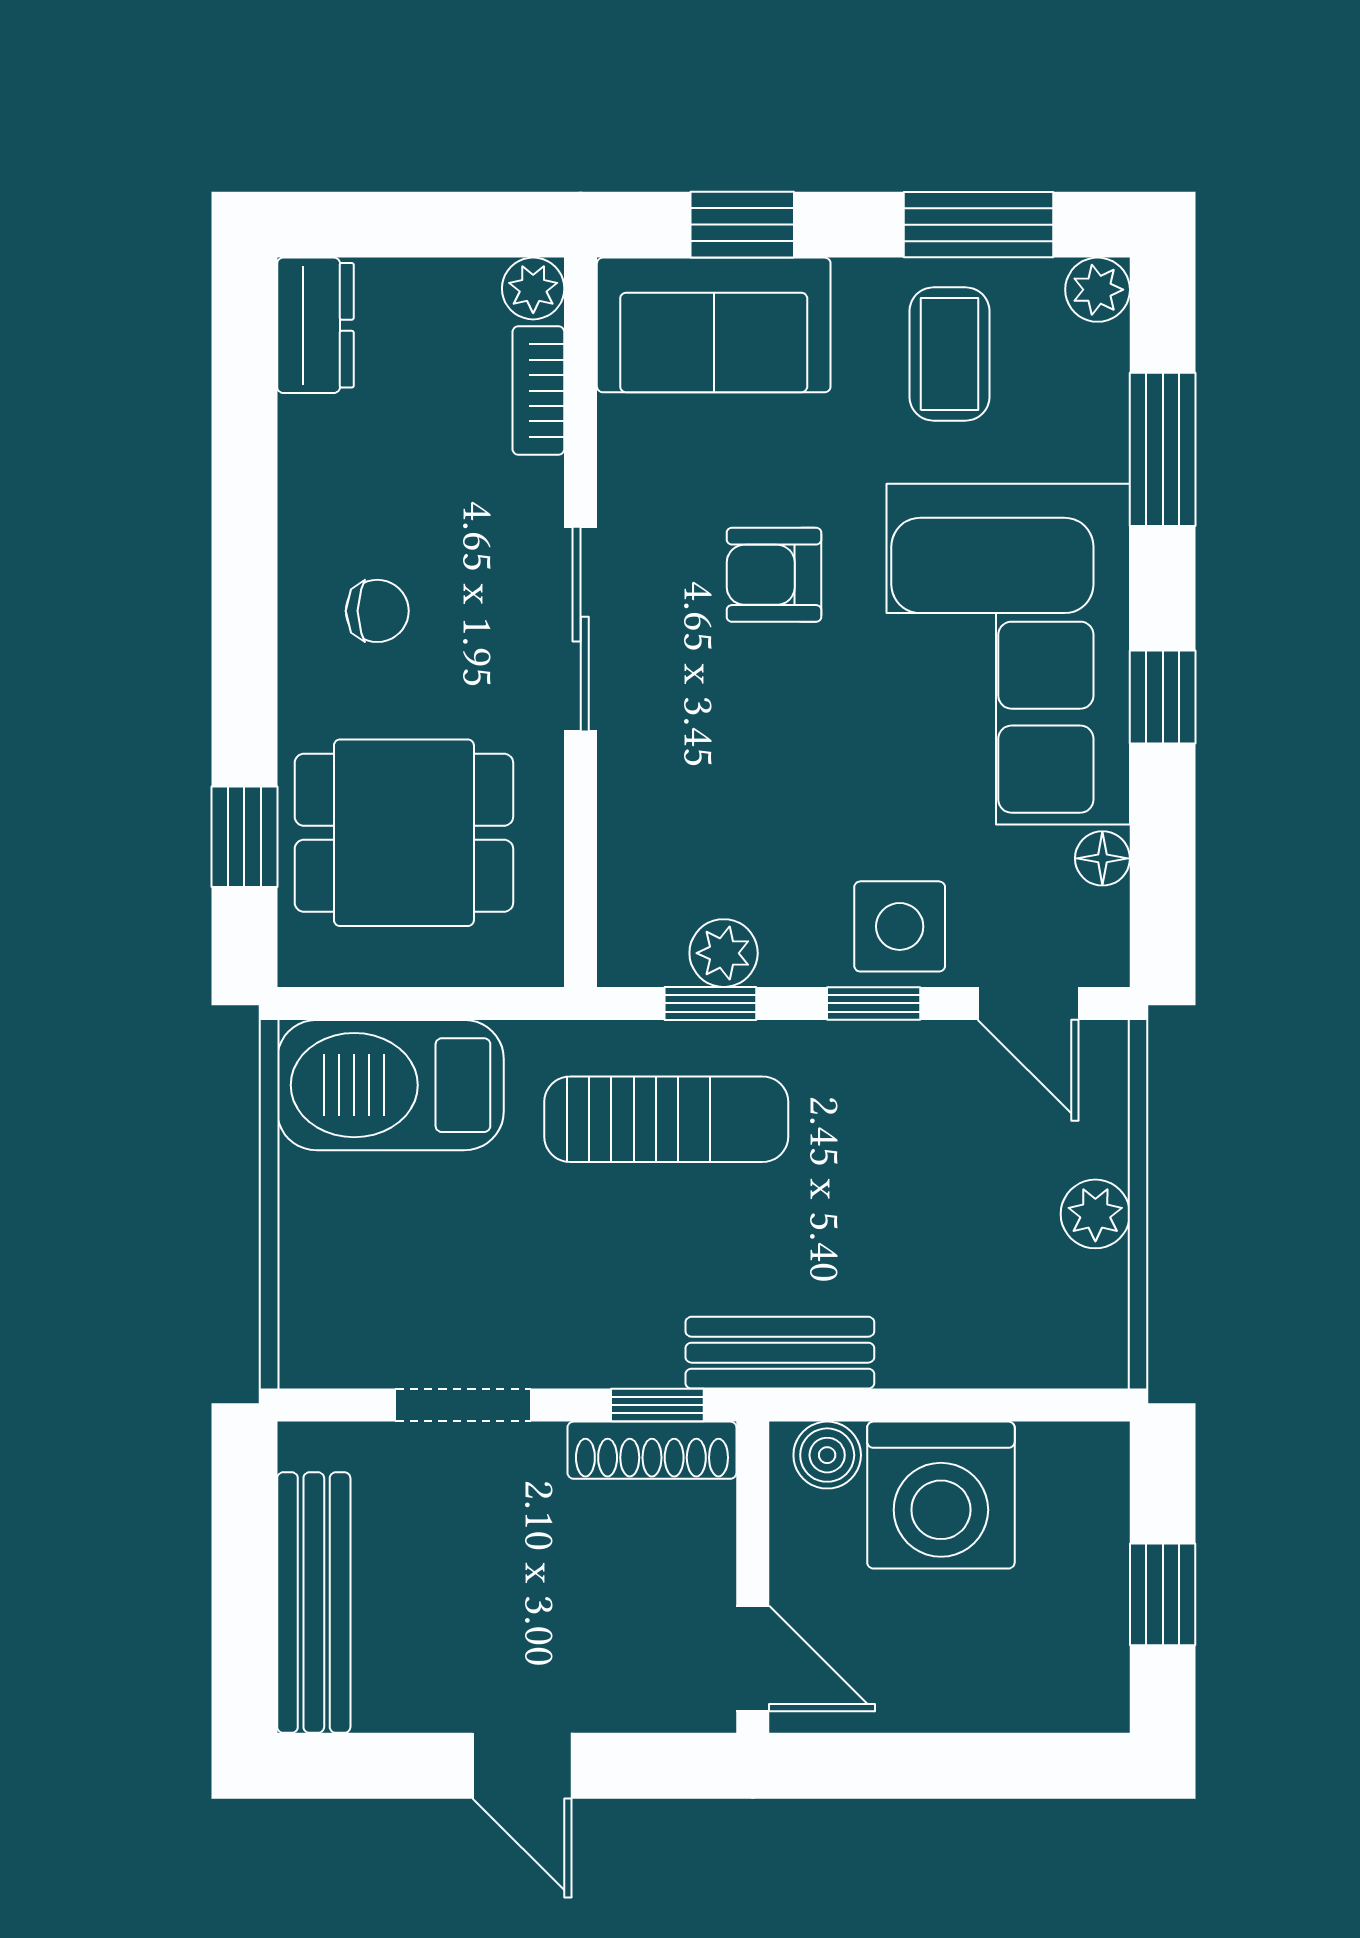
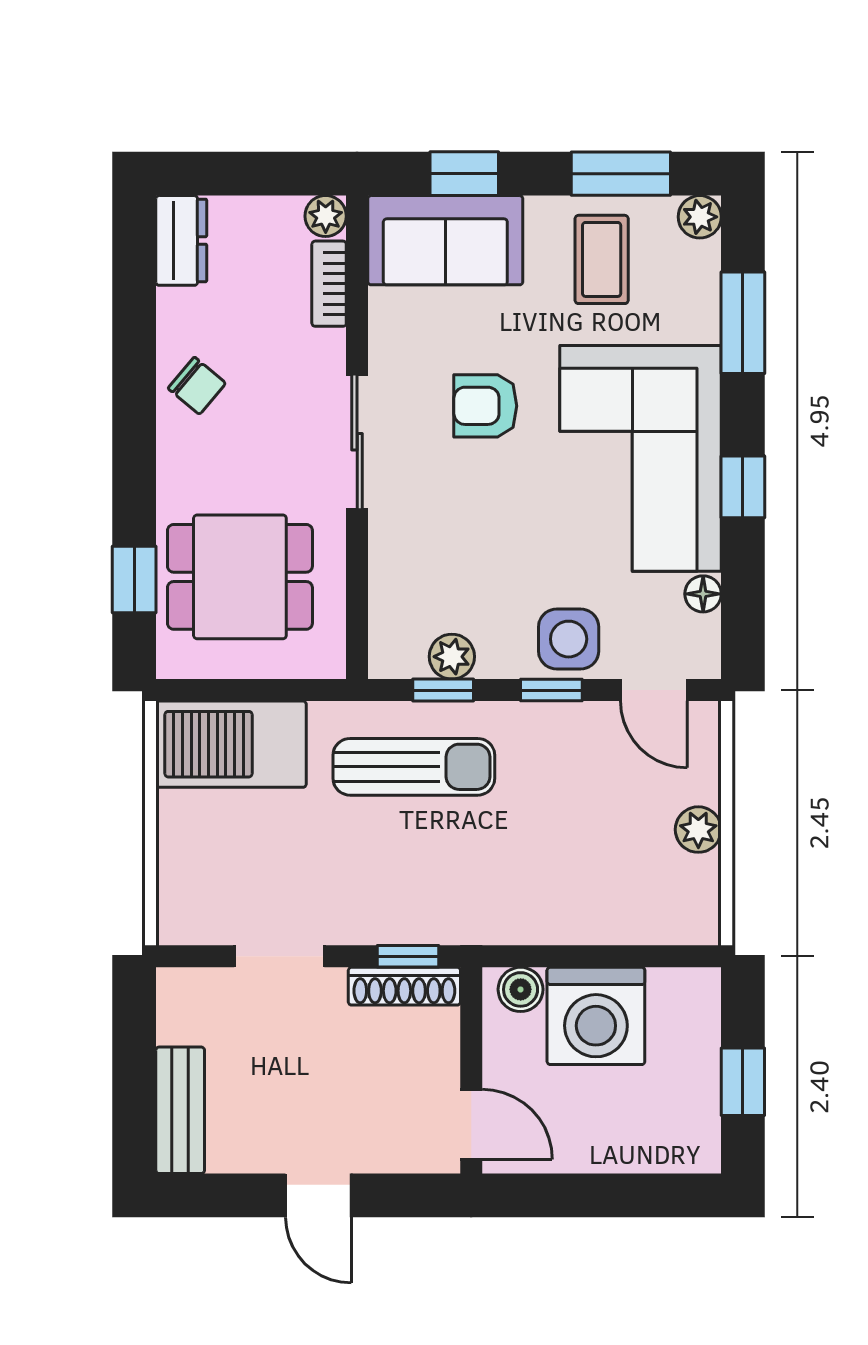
chair: (377, 611) -> (197, 386), moved, turned 40
bench: (780, 1353) -> (489, 922), removed
bench: (314, 1603) -> (180, 1110), width x0.73

